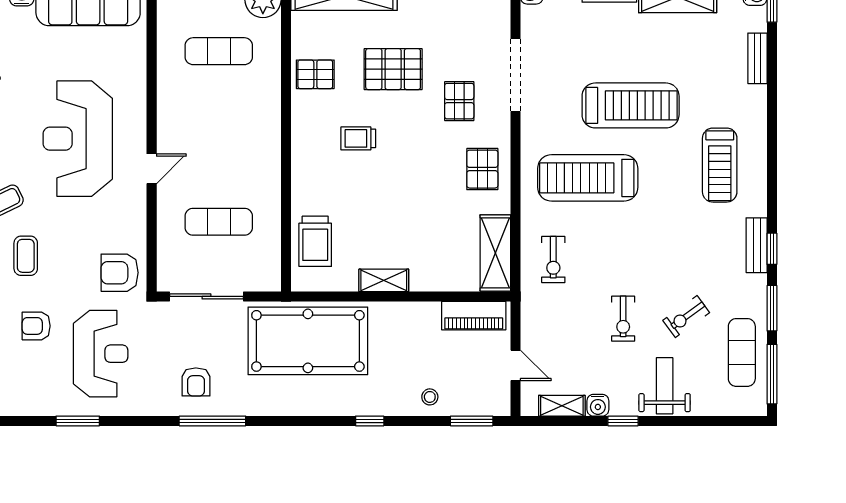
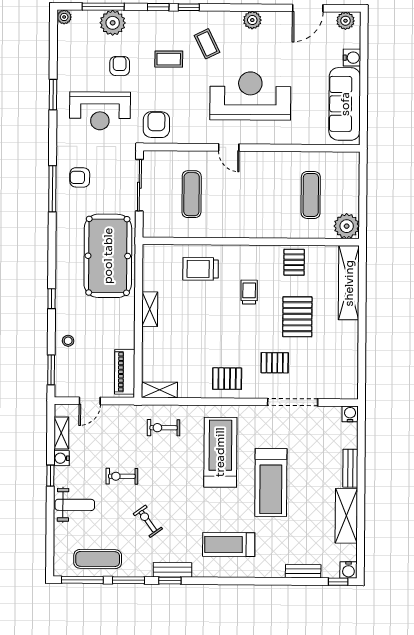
trolley: (315, 241) -> (201, 269), moved
shelving: (495, 253) -> (160, 390), width x0.67, depth x0.75
exercise bike: (686, 317) -> (148, 521), moved

